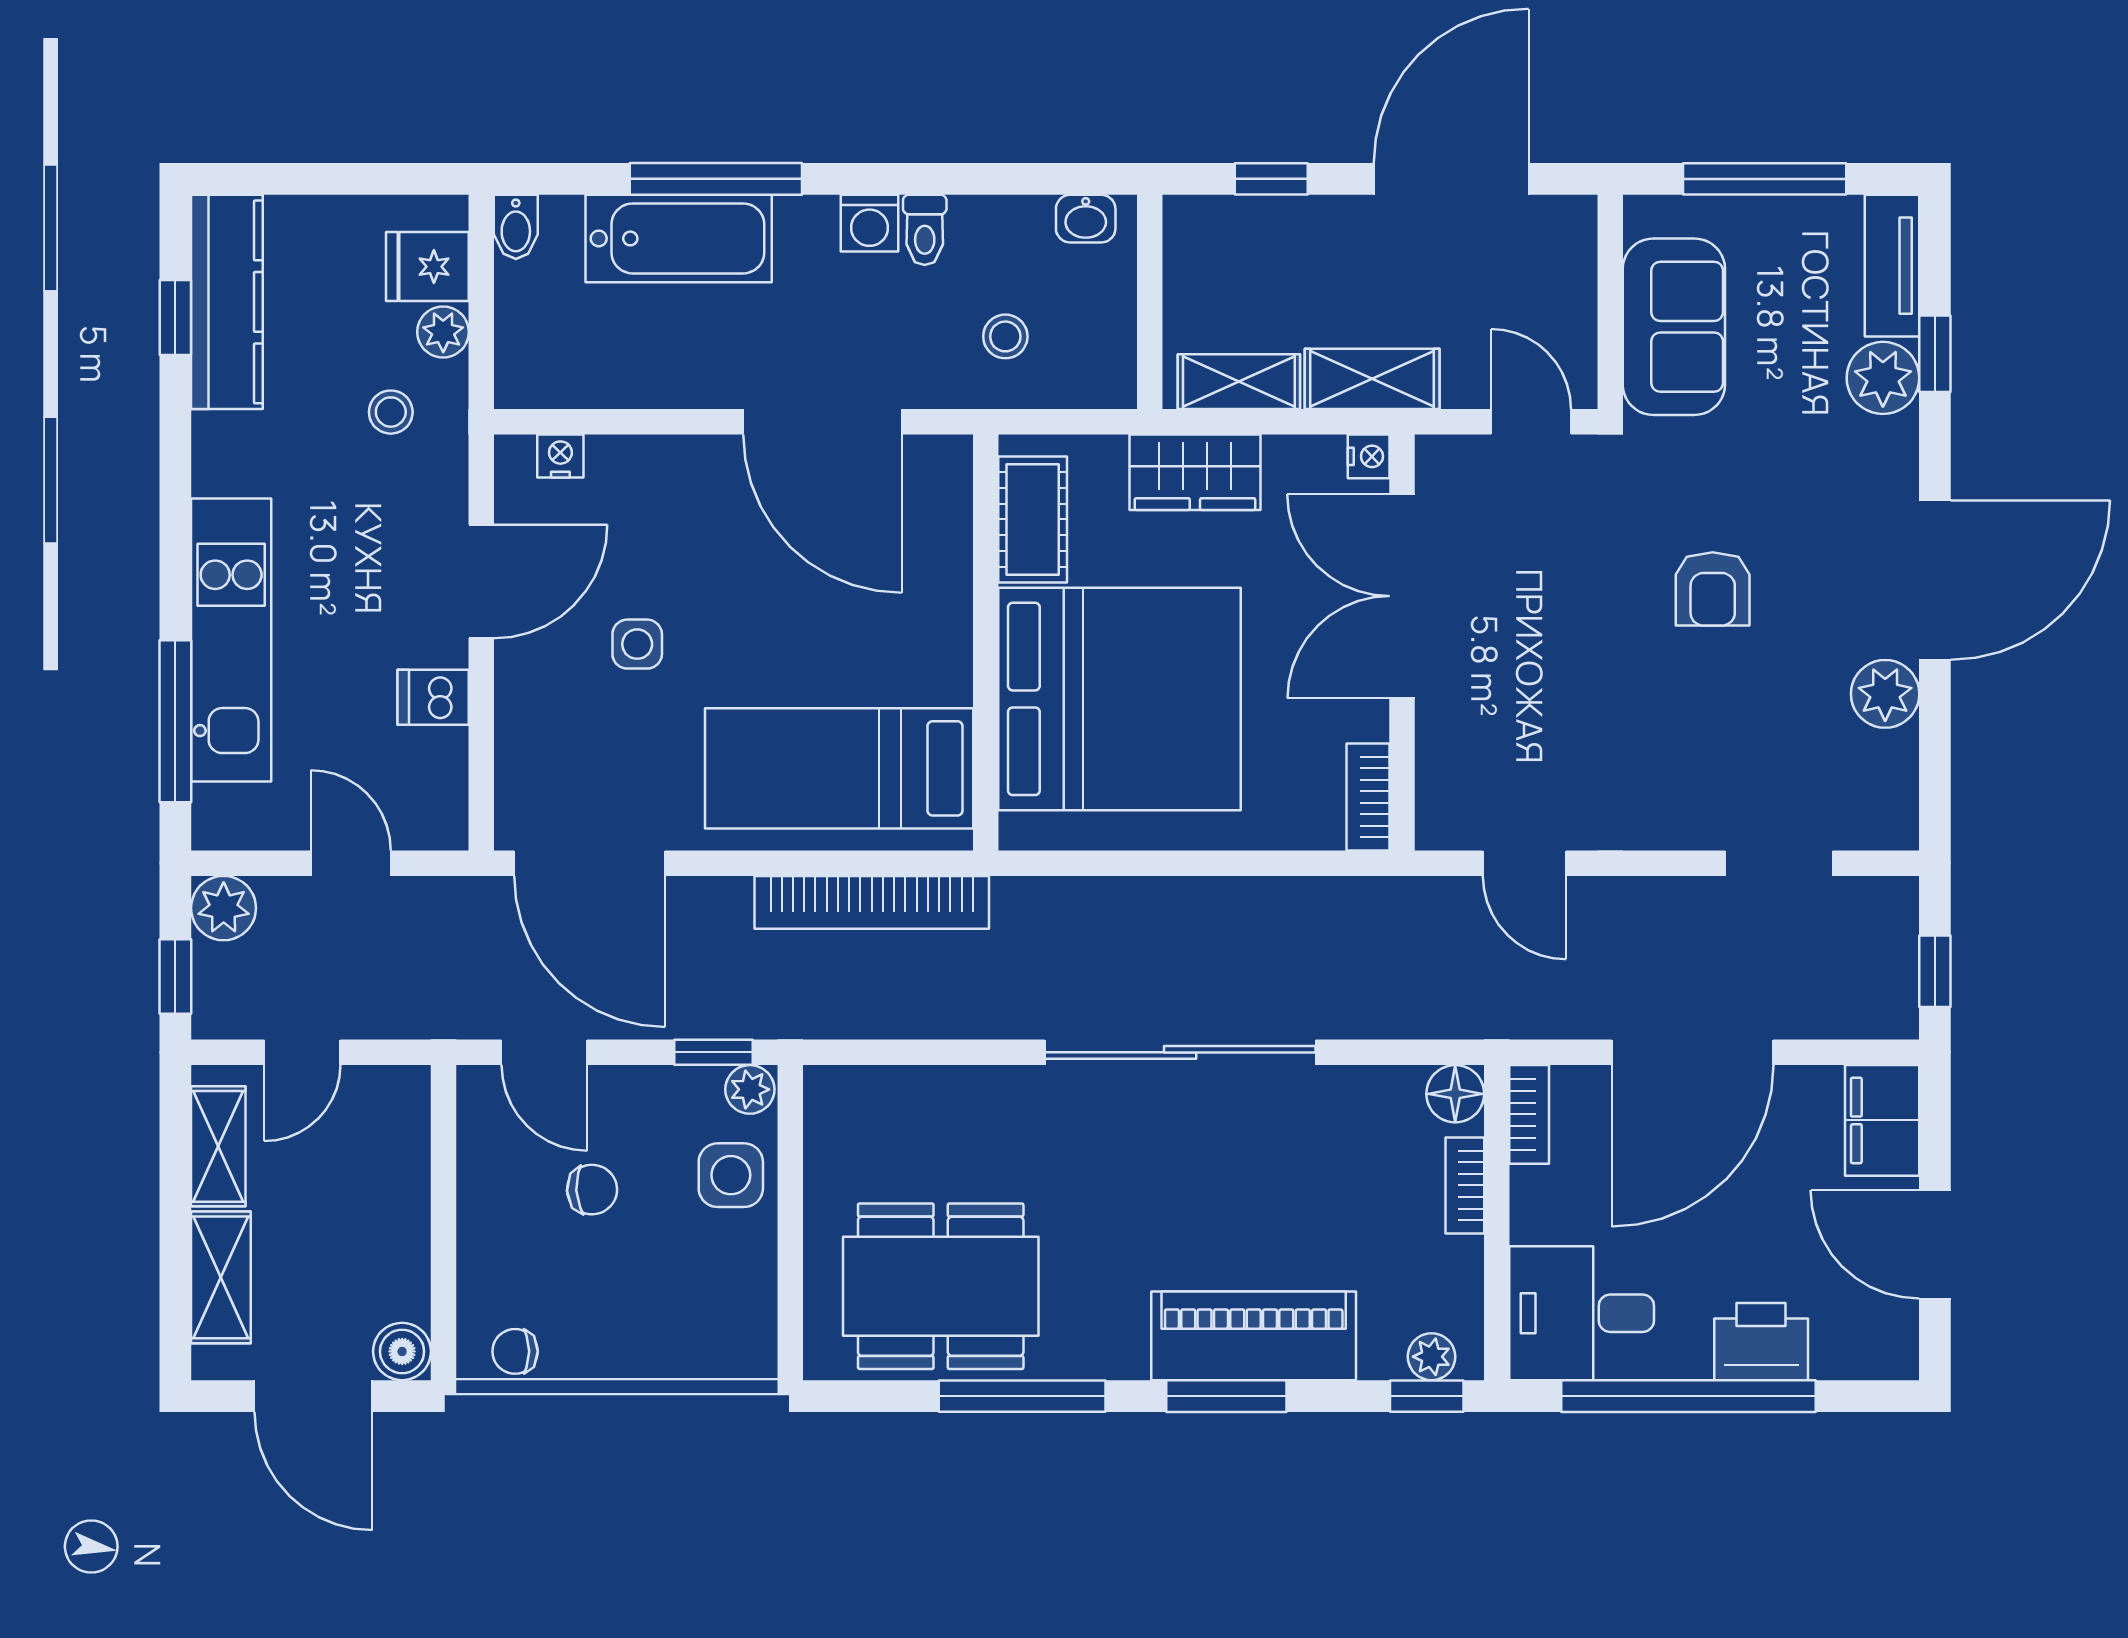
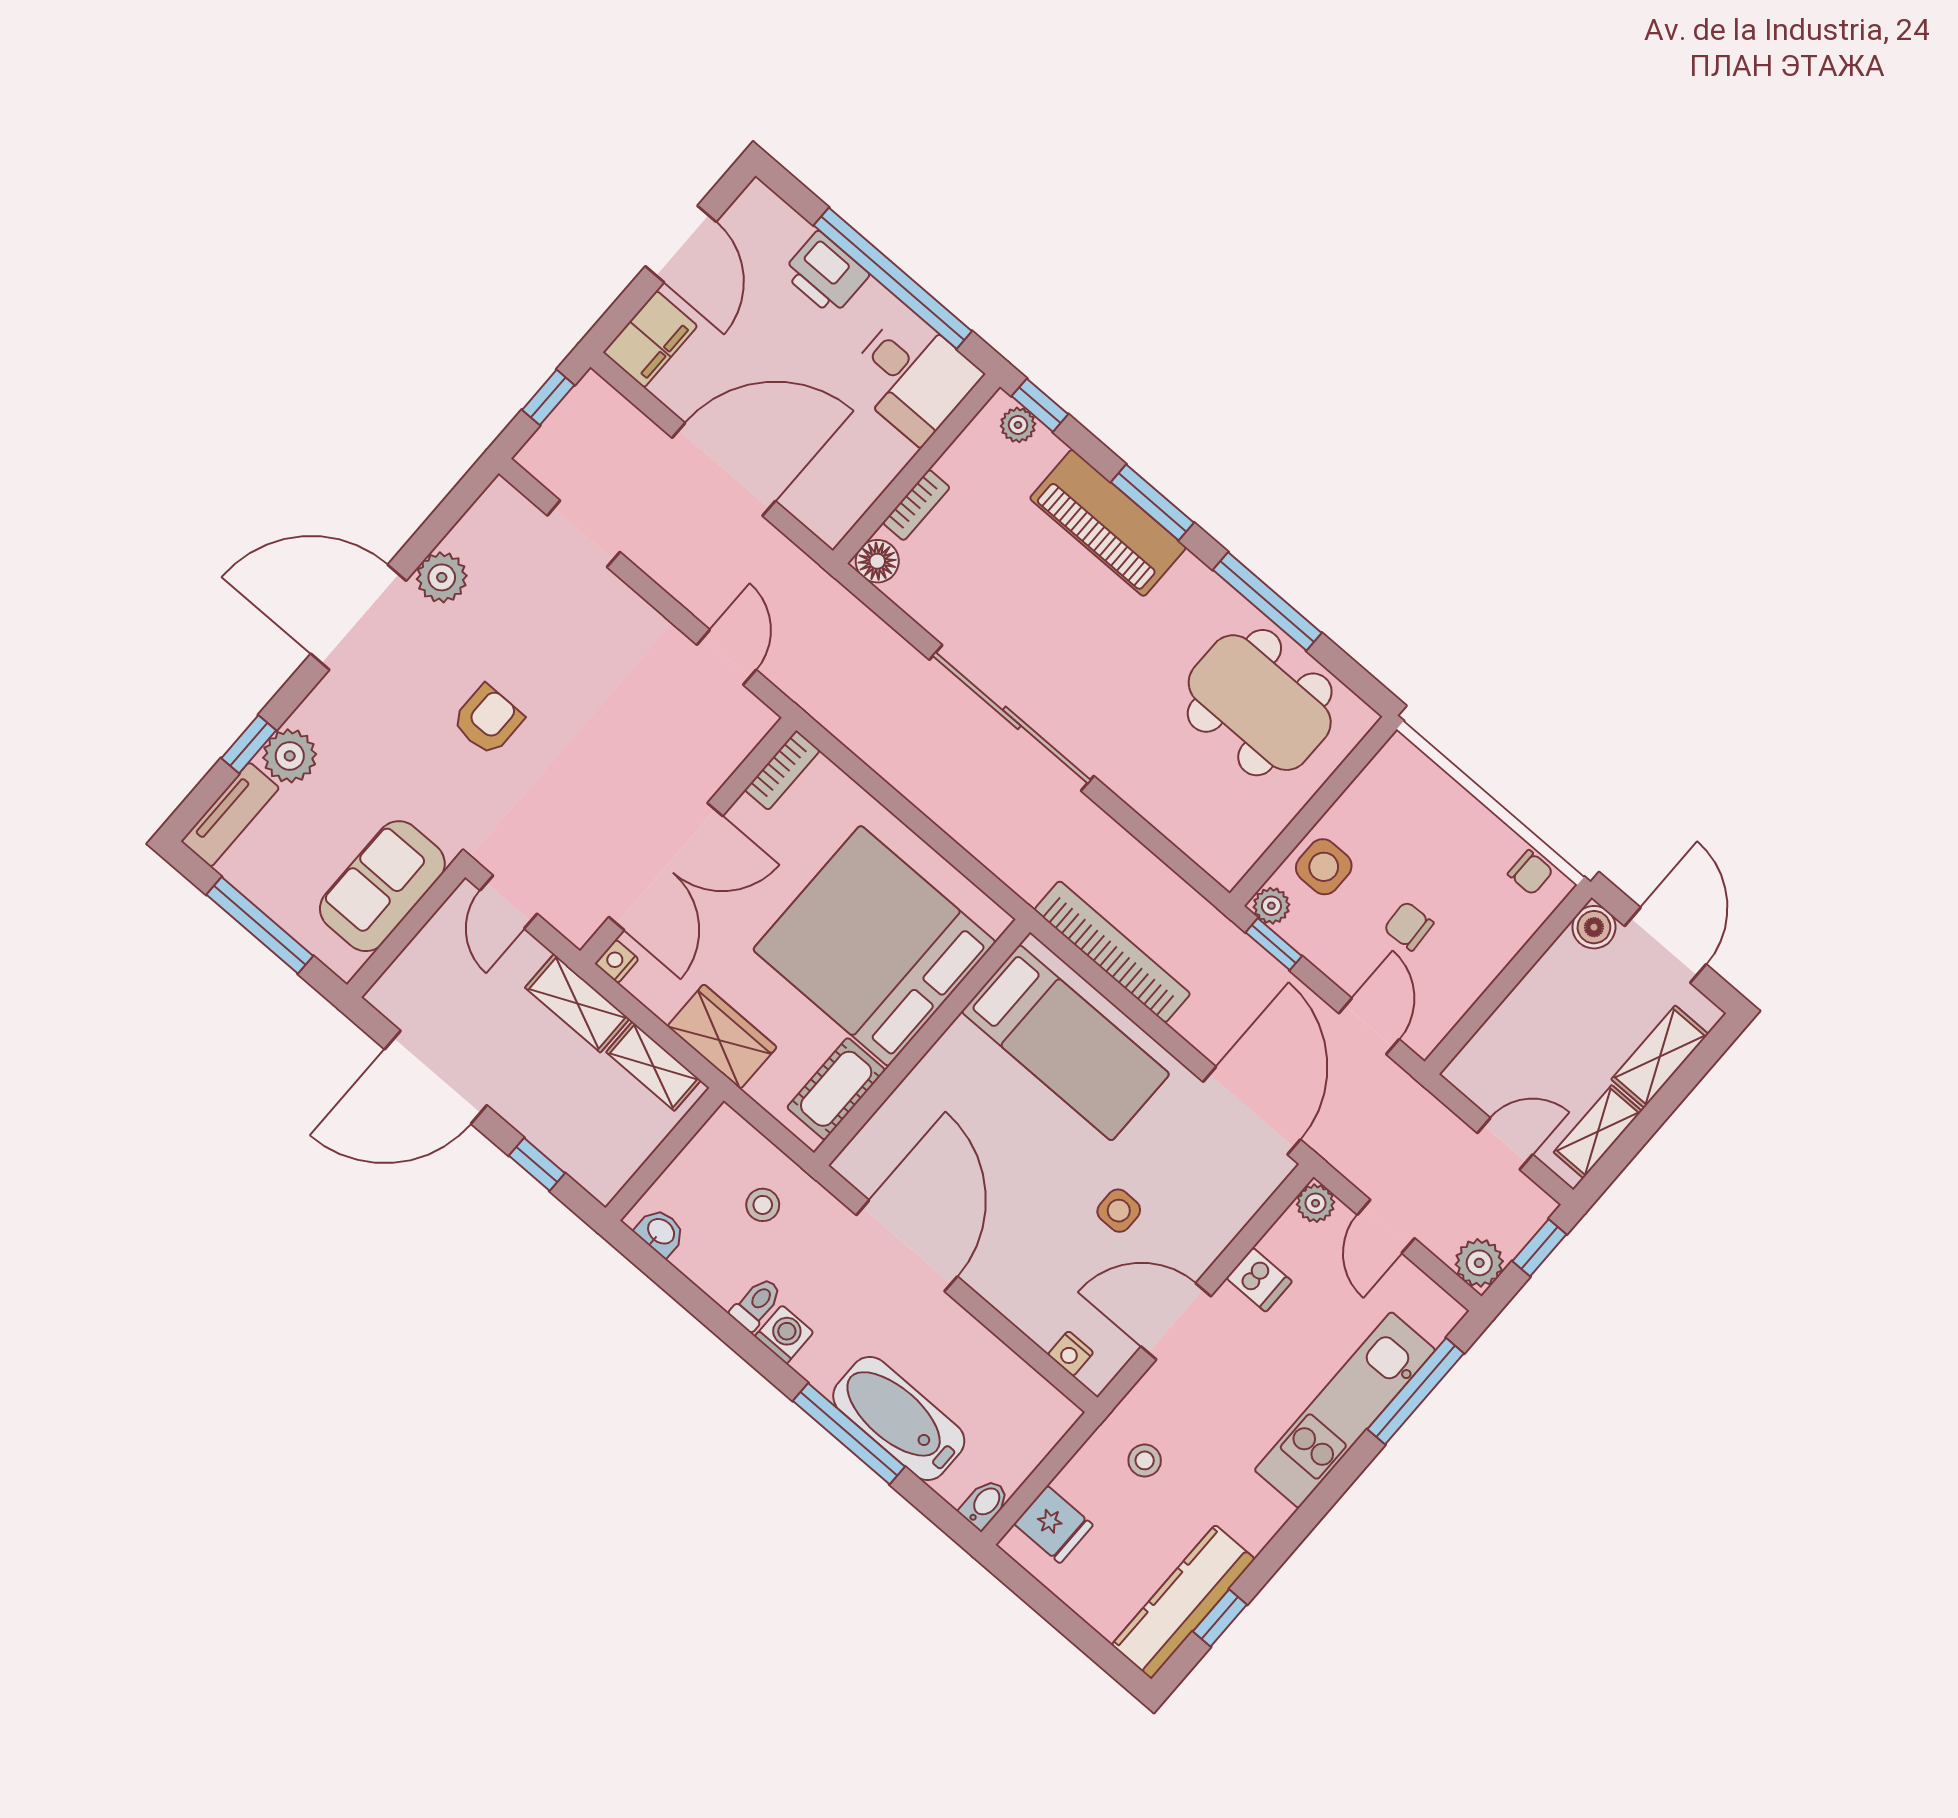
plant: (443, 332) -> (1316, 1203), moved
bookcase: (1529, 1114) -> (846, 514), removed

